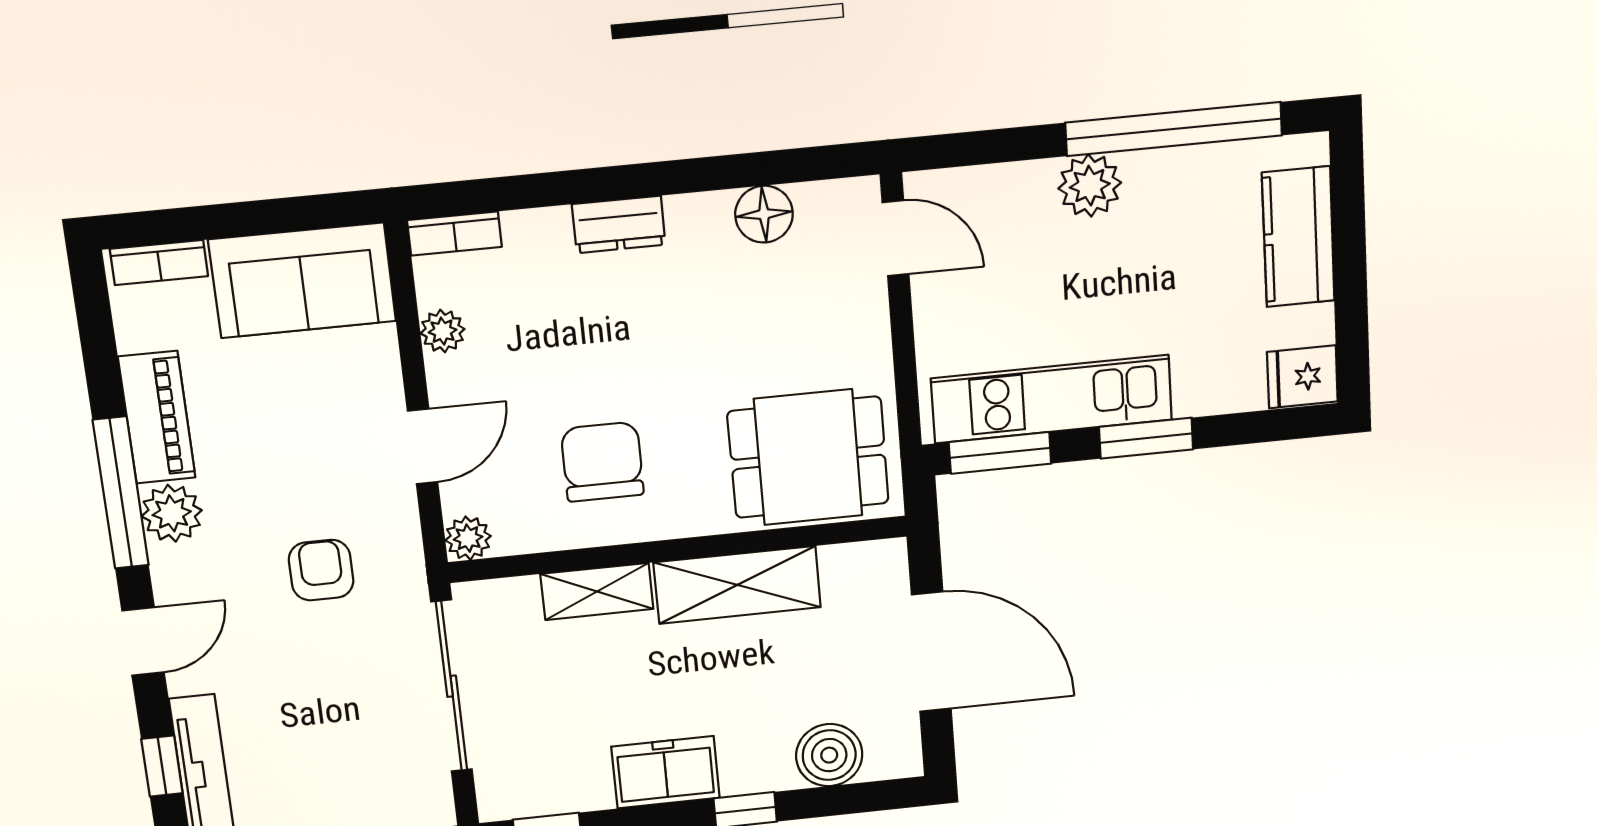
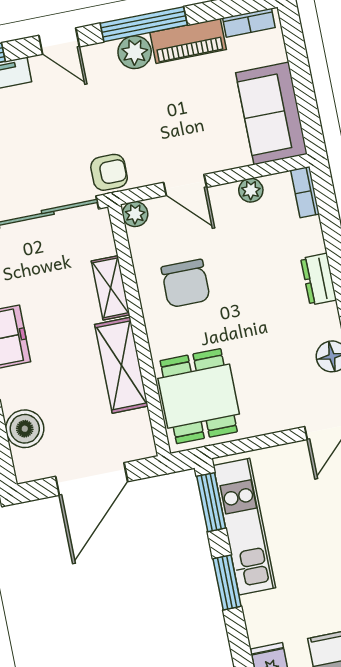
bookcase: (159, 263) -> (249, 23), moved, turned -90
chair: (602, 462) -> (186, 283), turned 90
armchair: (321, 570) -> (109, 172), moved

